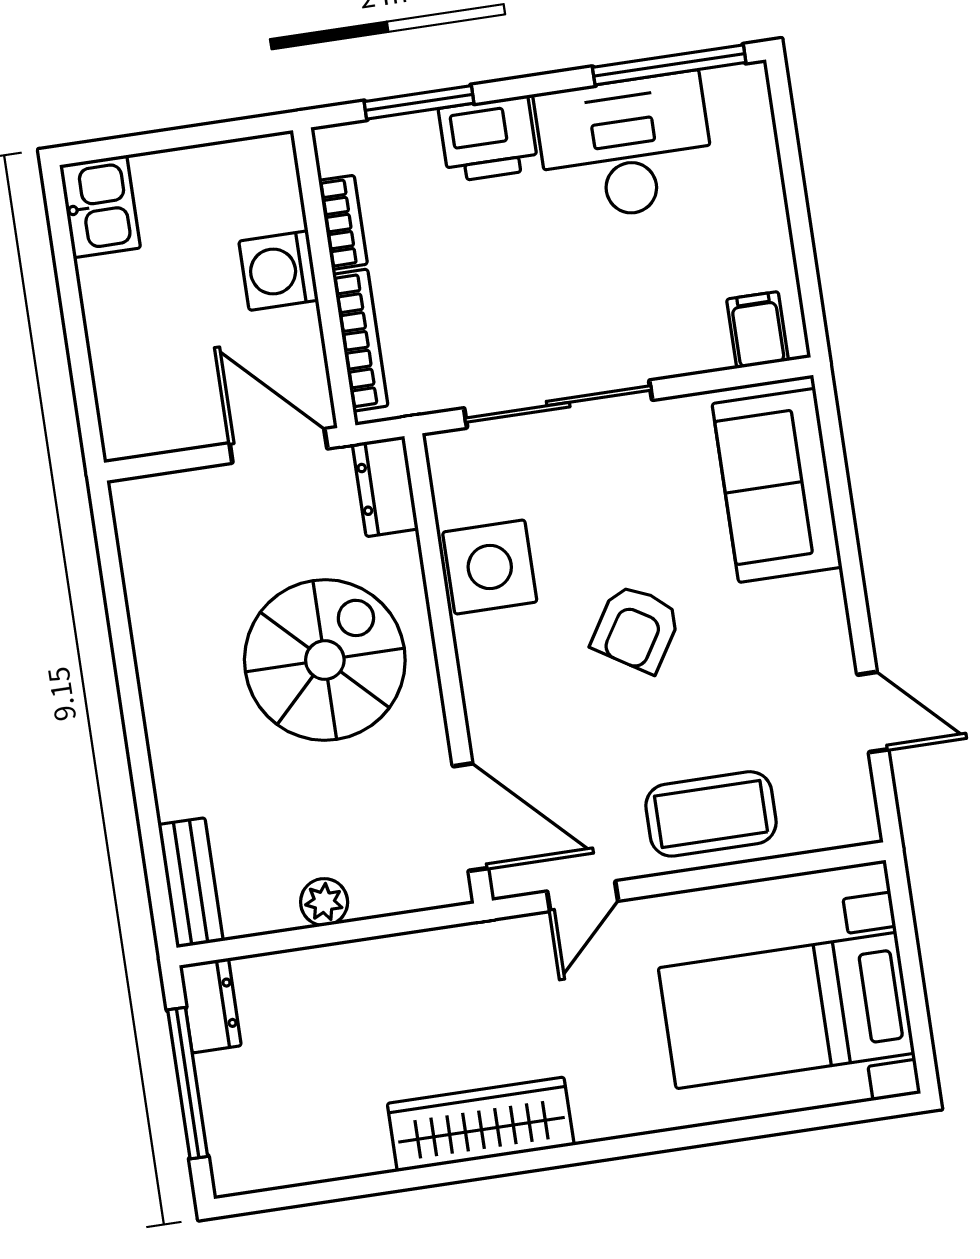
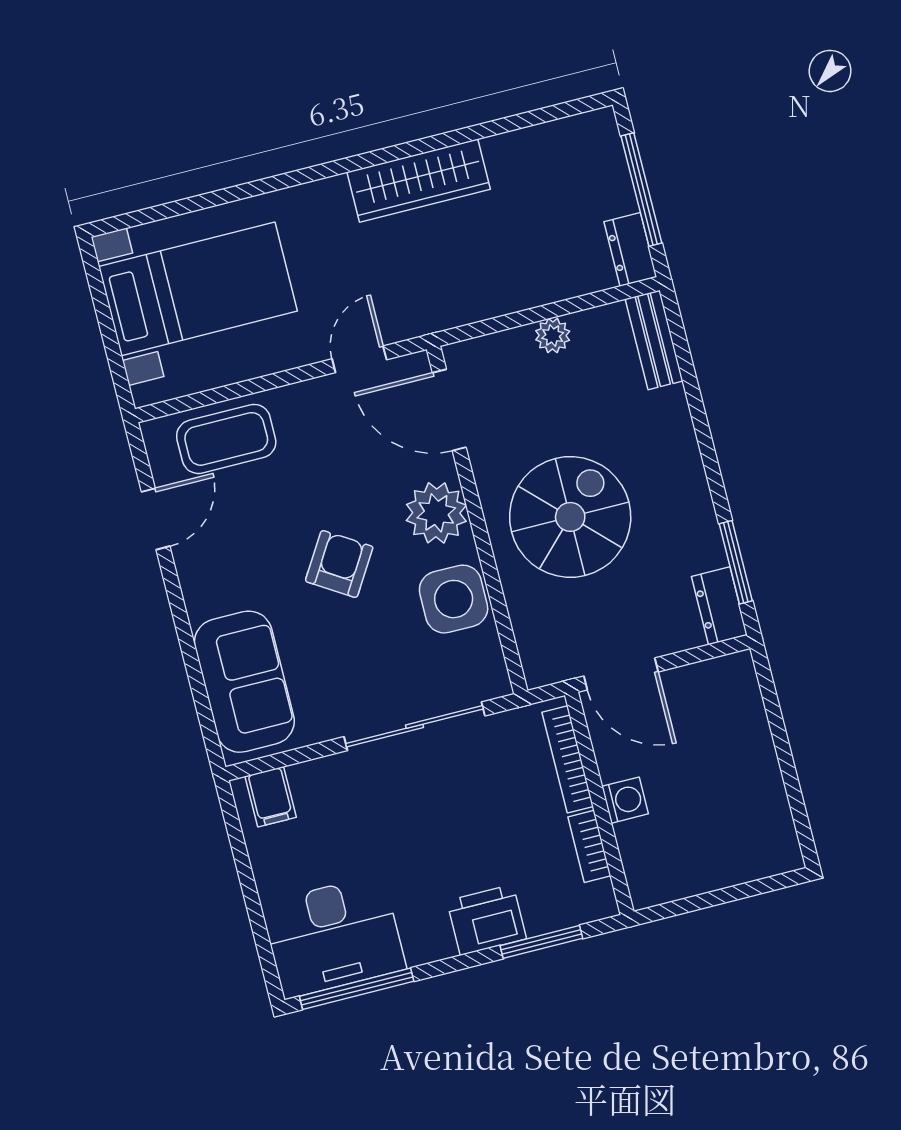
desk: (625, 147) -> (333, 936), moved
kitchen sink: (100, 206) -> (773, 840), removed
washing machine: (279, 271) -> (625, 800), width x0.73, depth x0.73
dresser: (385, 486) -> (719, 606), moved, turned 180
window: (112, 578) -> (736, 562), added
spiral stairs: (325, 660) -> (570, 517), turned 180
plant: (501, 683) -> (436, 513), added
door: (873, 712) -> (156, 519), swing flipped
coffee table: (711, 814) -> (226, 439), moved

